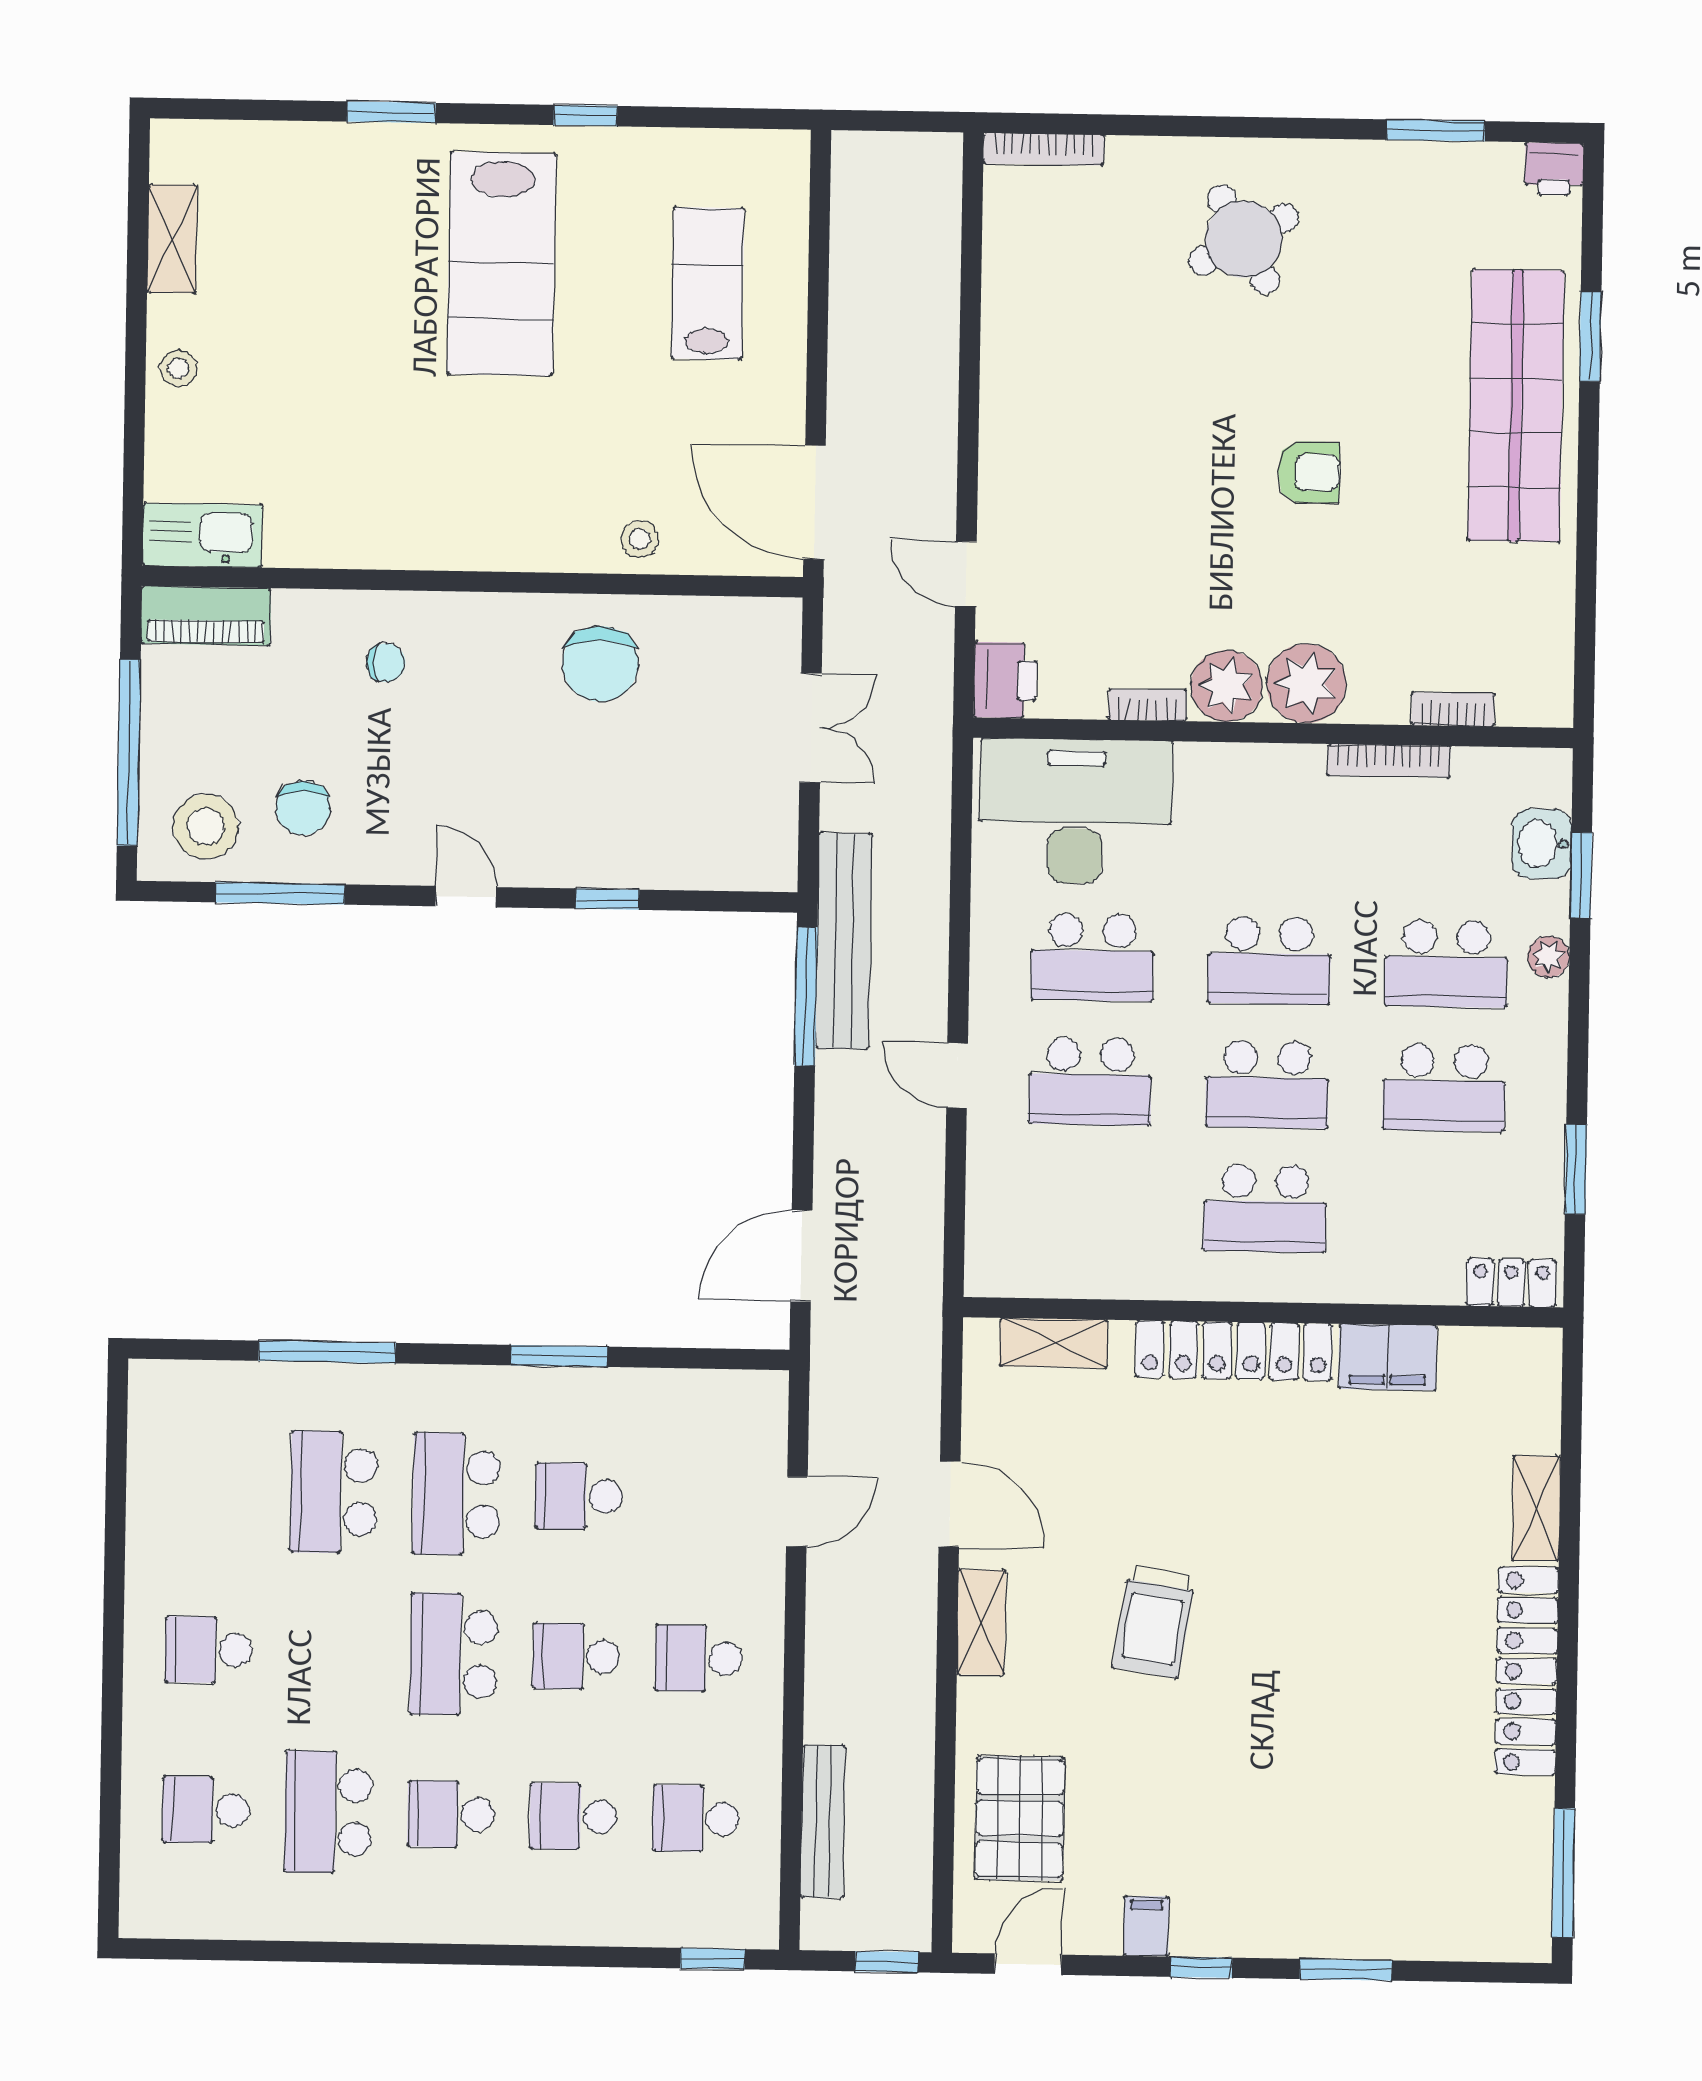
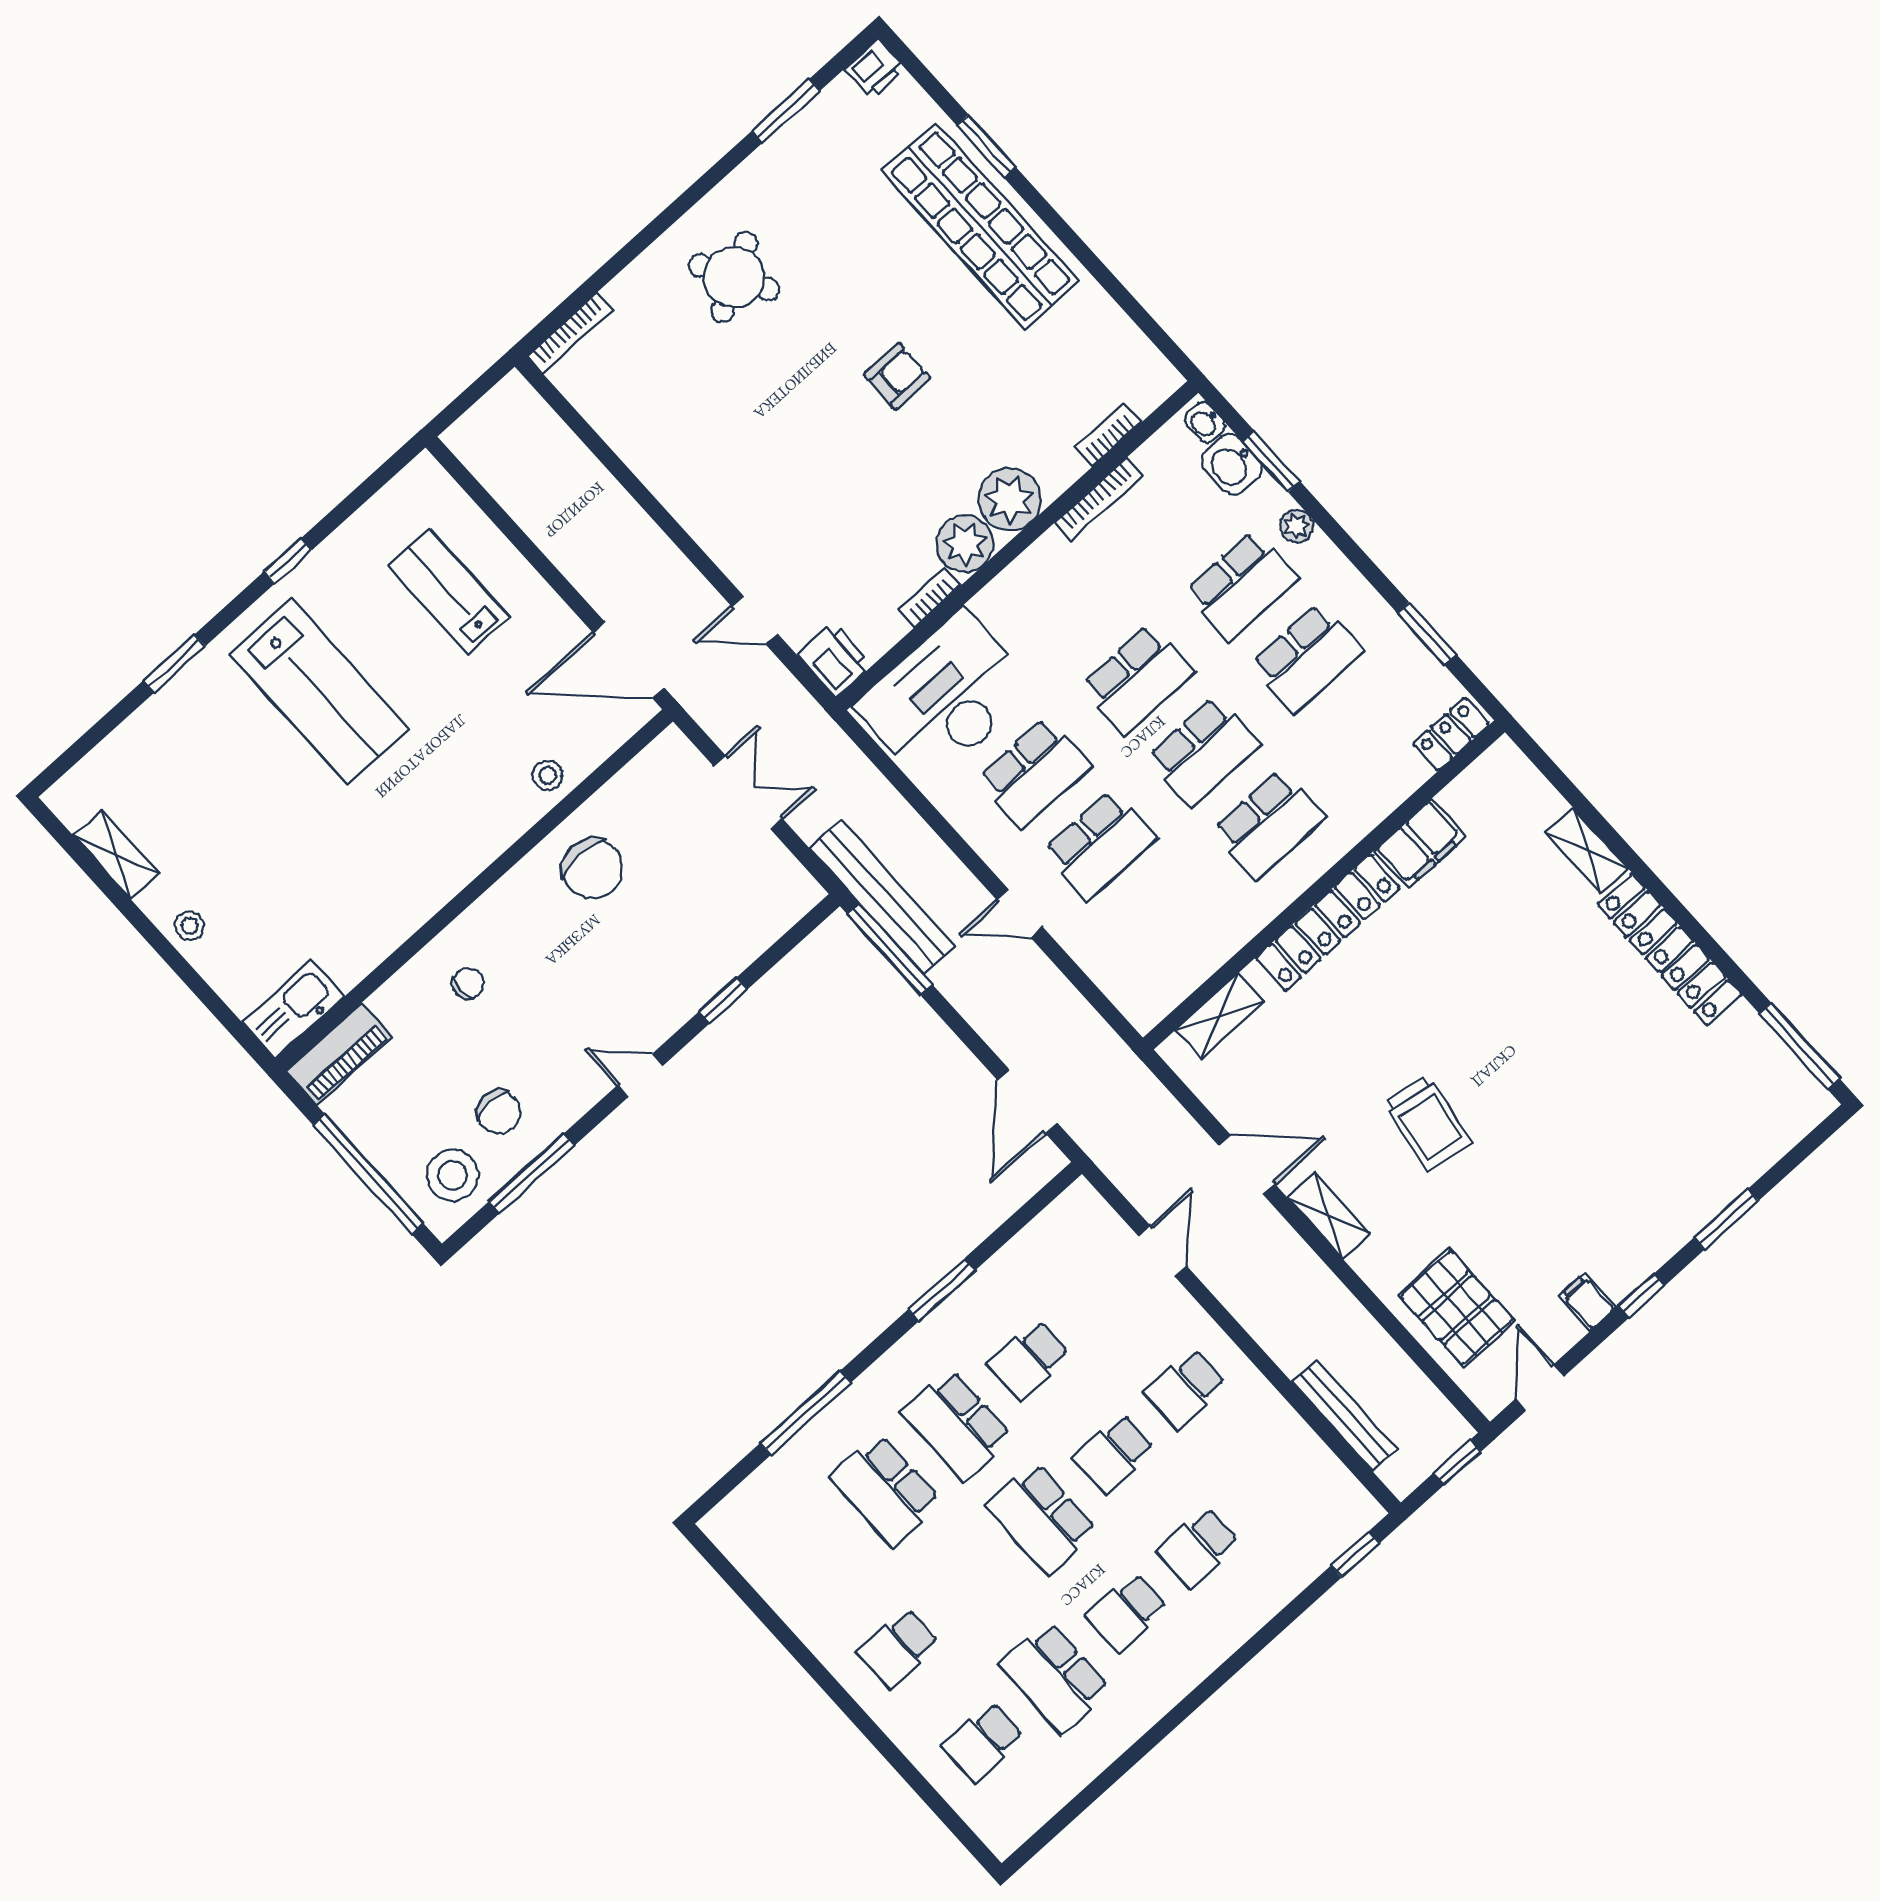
washbasin: (1553, 781) -> (1205, 422), added
school desk: (696, 1818) -> (1270, 1483), removed

